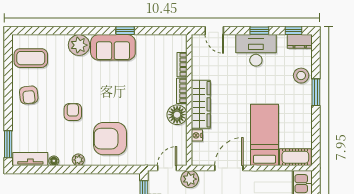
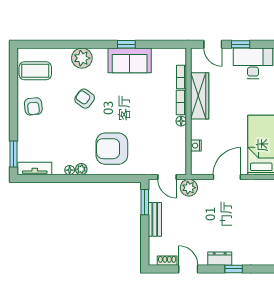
window: (259, 31) -> (241, 44), moved
sofa: (113, 47) -> (130, 60), moved
wardrobe: (201, 104) -> (200, 96), moved
armchair: (73, 112) -> (85, 99), moved, turned -54
floor lamp: (177, 115) -> (181, 121), width x0.53, depth x0.53
floor lamp: (54, 161) -> (70, 170), moved
door: (167, 168) -> (167, 177), swing flipped

